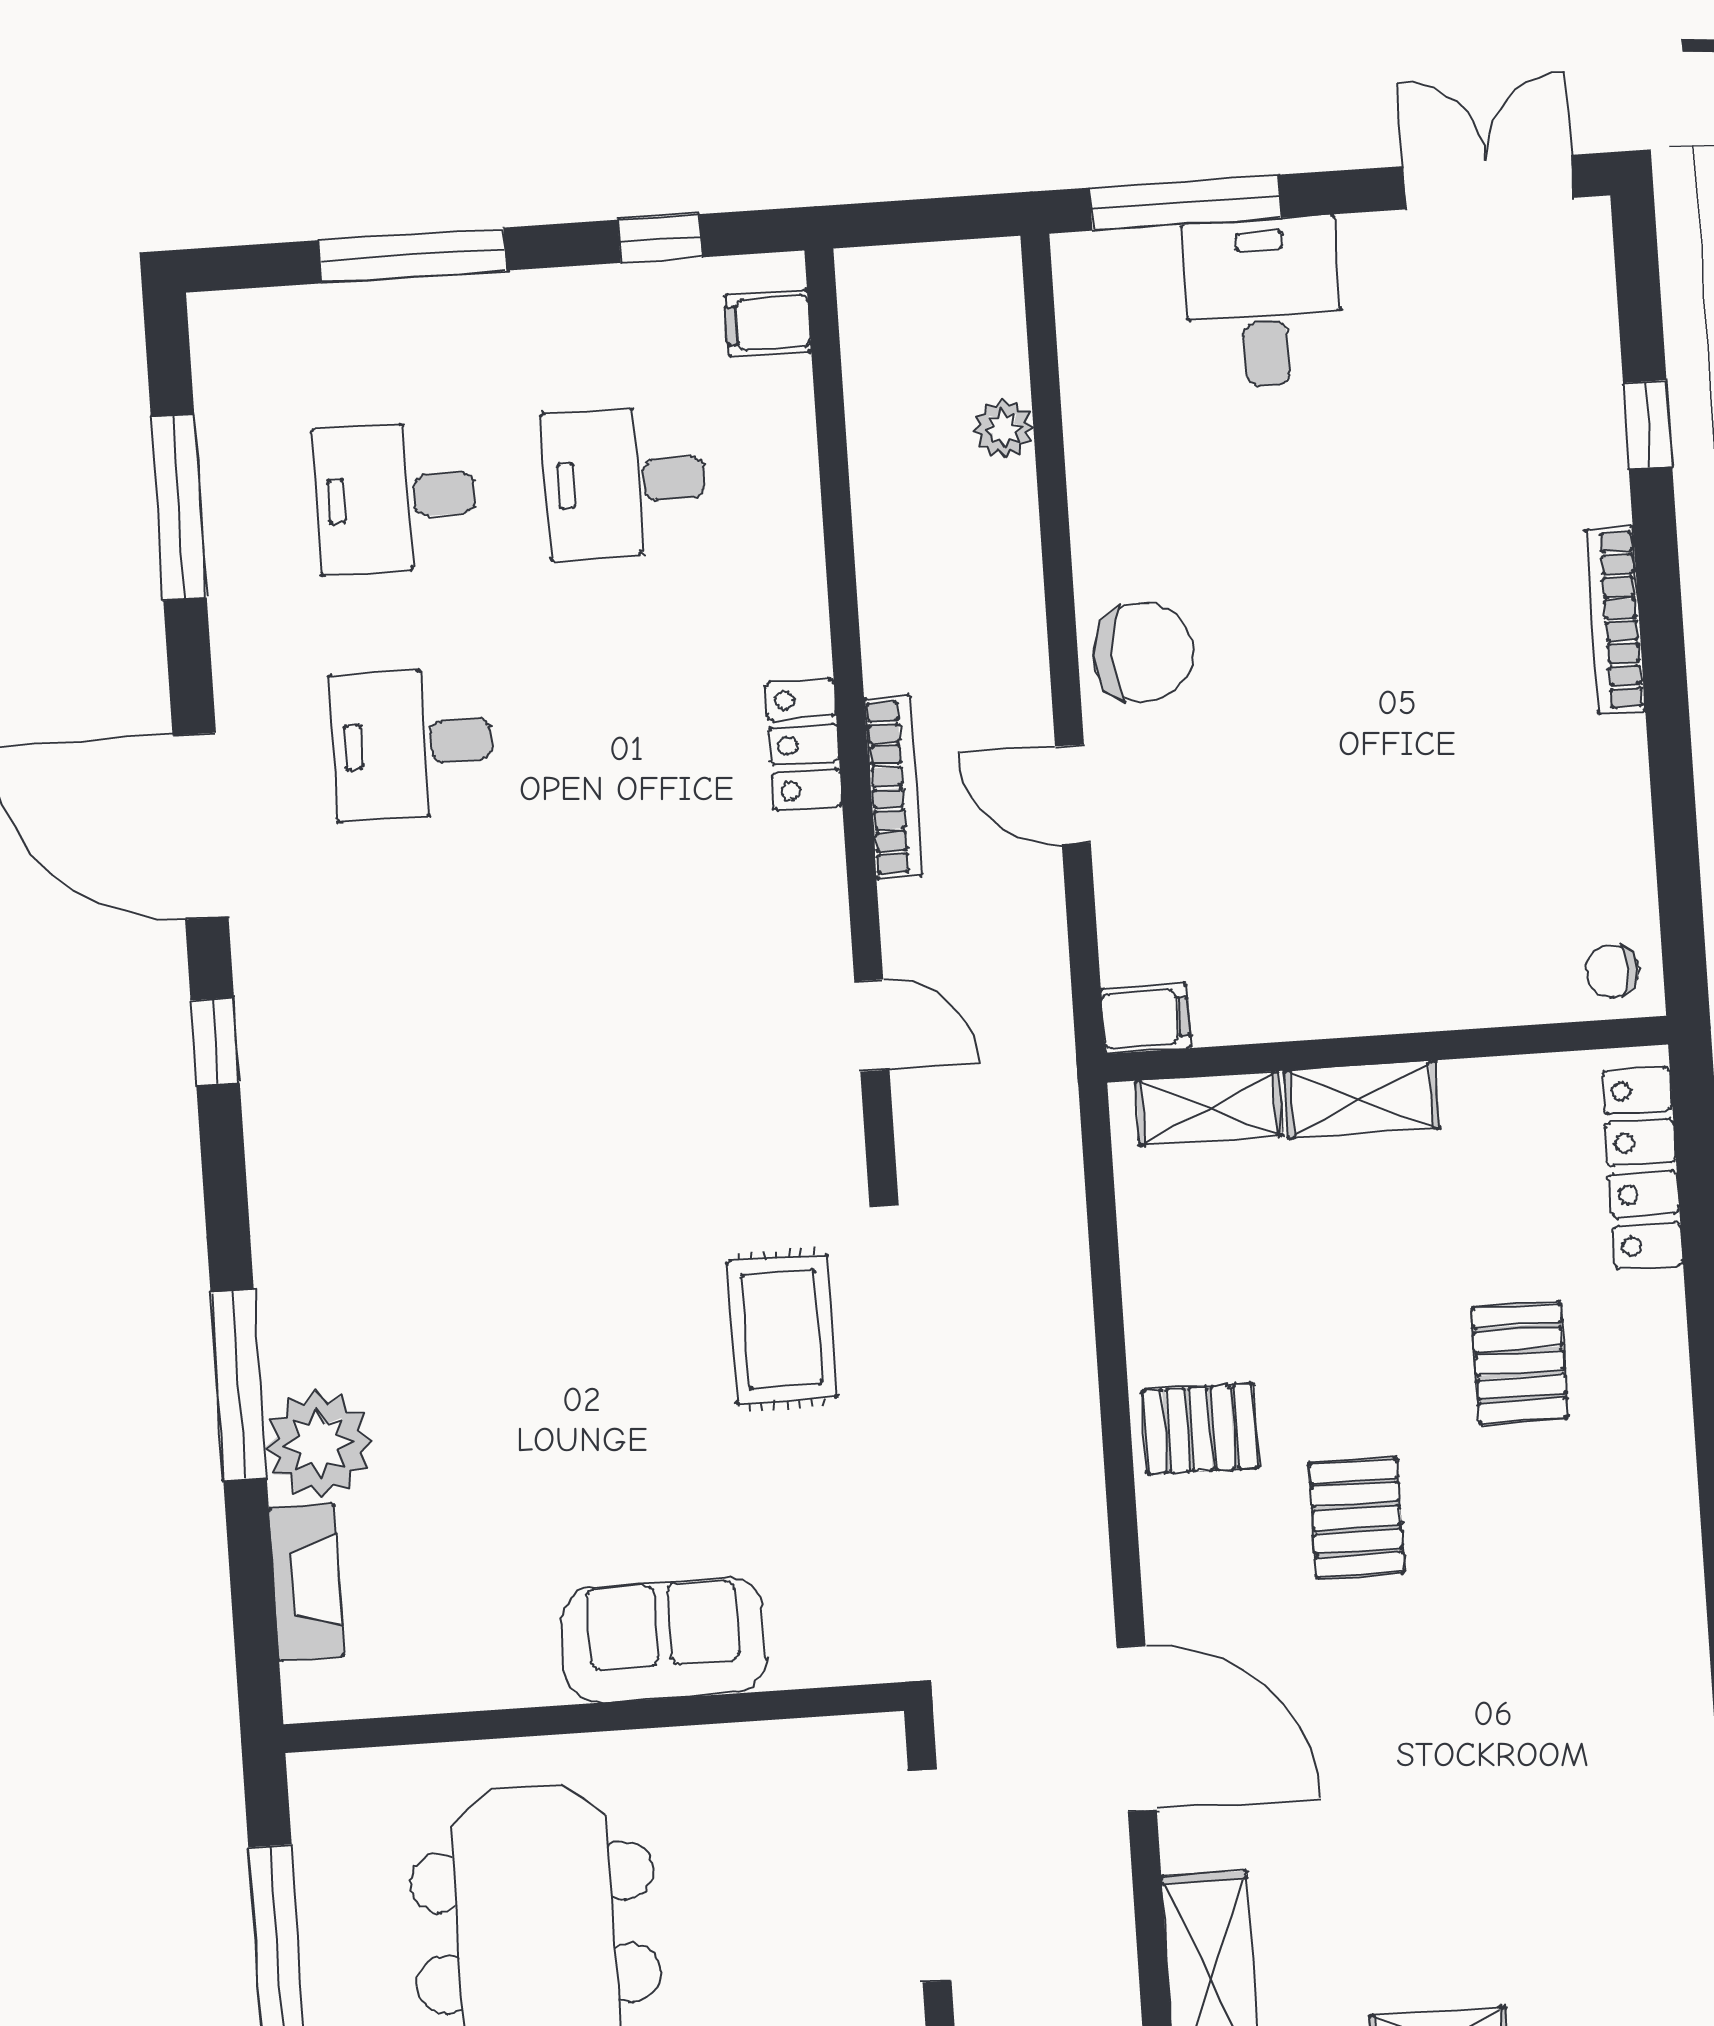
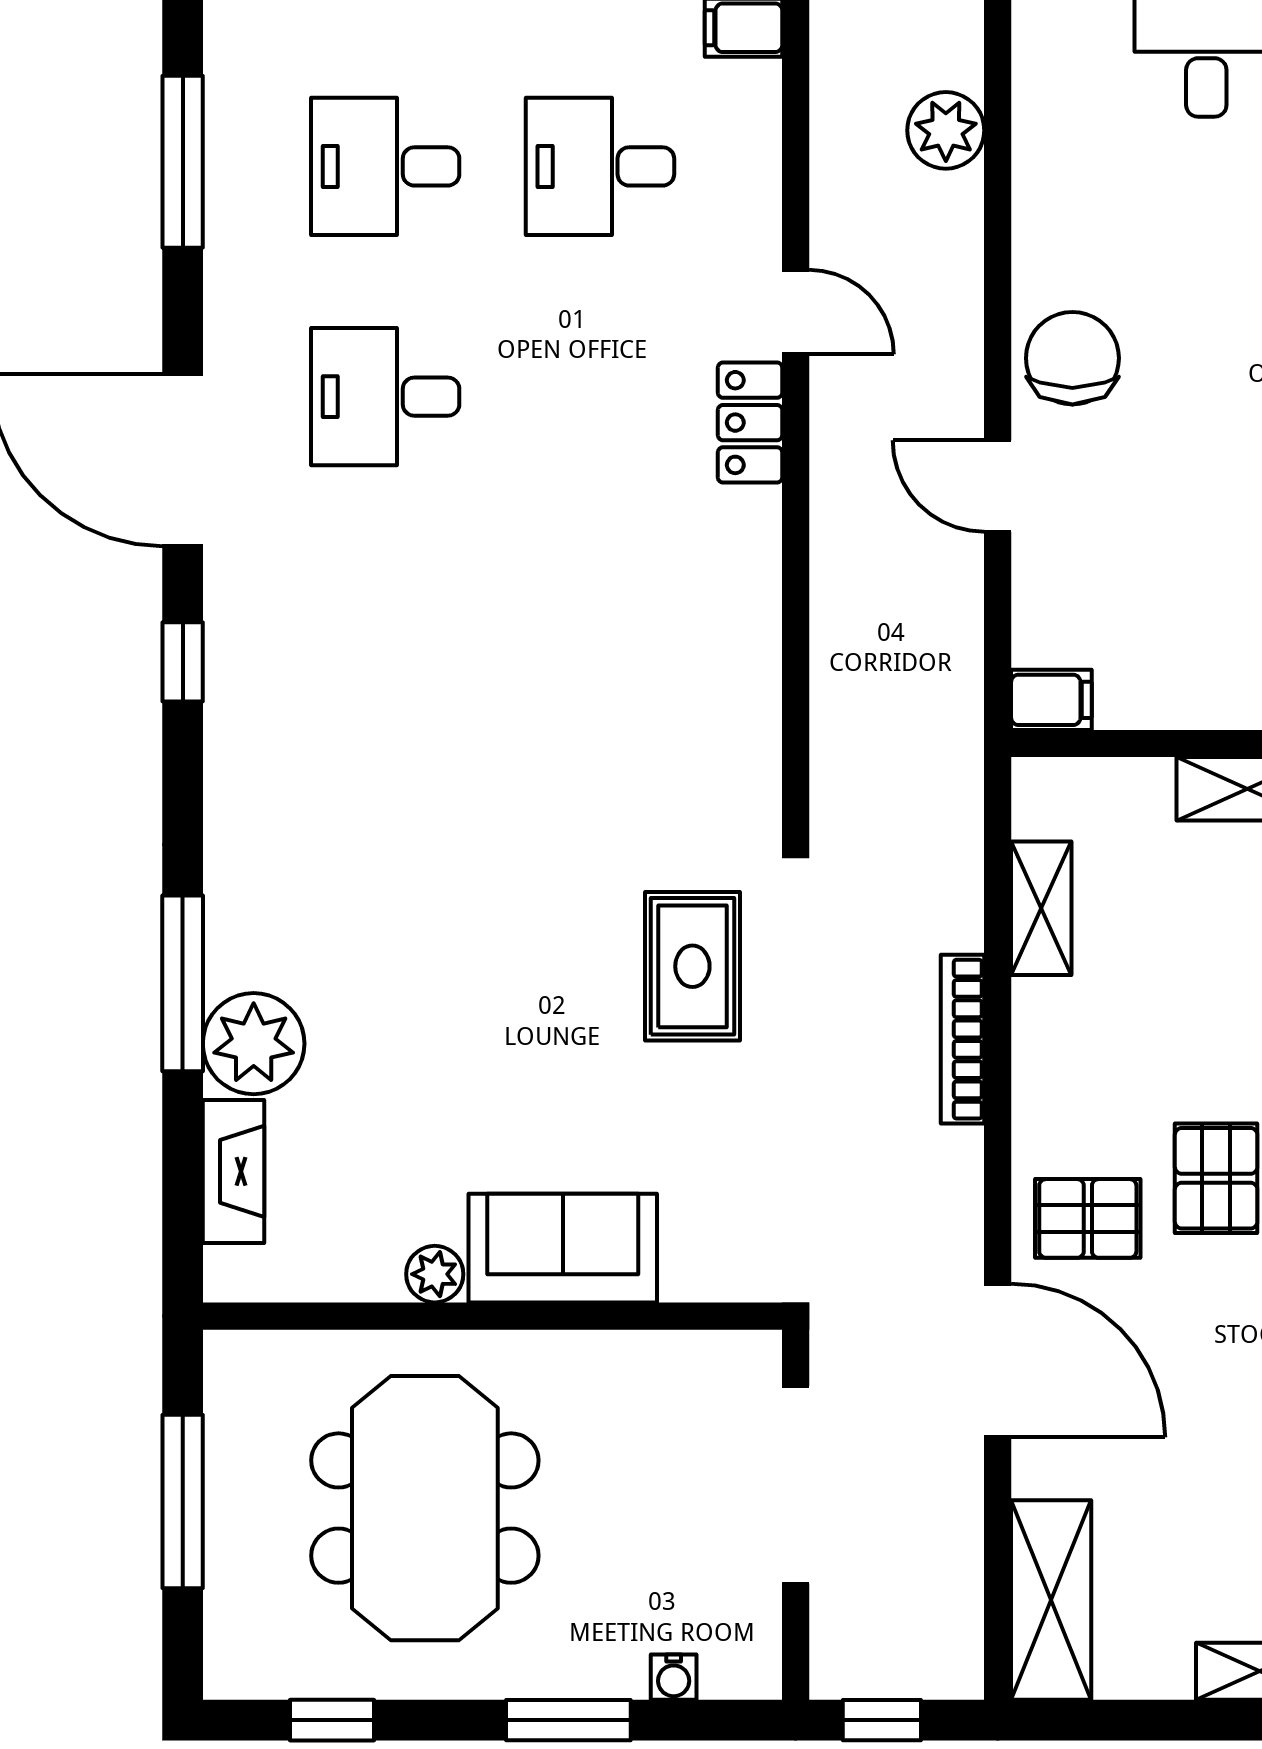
plant: (1004, 429) -> (946, 130), width x1.38, depth x1.38
chair: (1143, 652) -> (1072, 358), turned -90
bookcase: (893, 787) -> (963, 1039), moved, turned 180
door: (872, 1025) -> (796, 312), moved
shelving: (1209, 1108) -> (1041, 908), moved, turned 90
pallet: (1200, 1429) -> (1088, 1218), moved
plant: (529, 1677) -> (435, 1274), added

